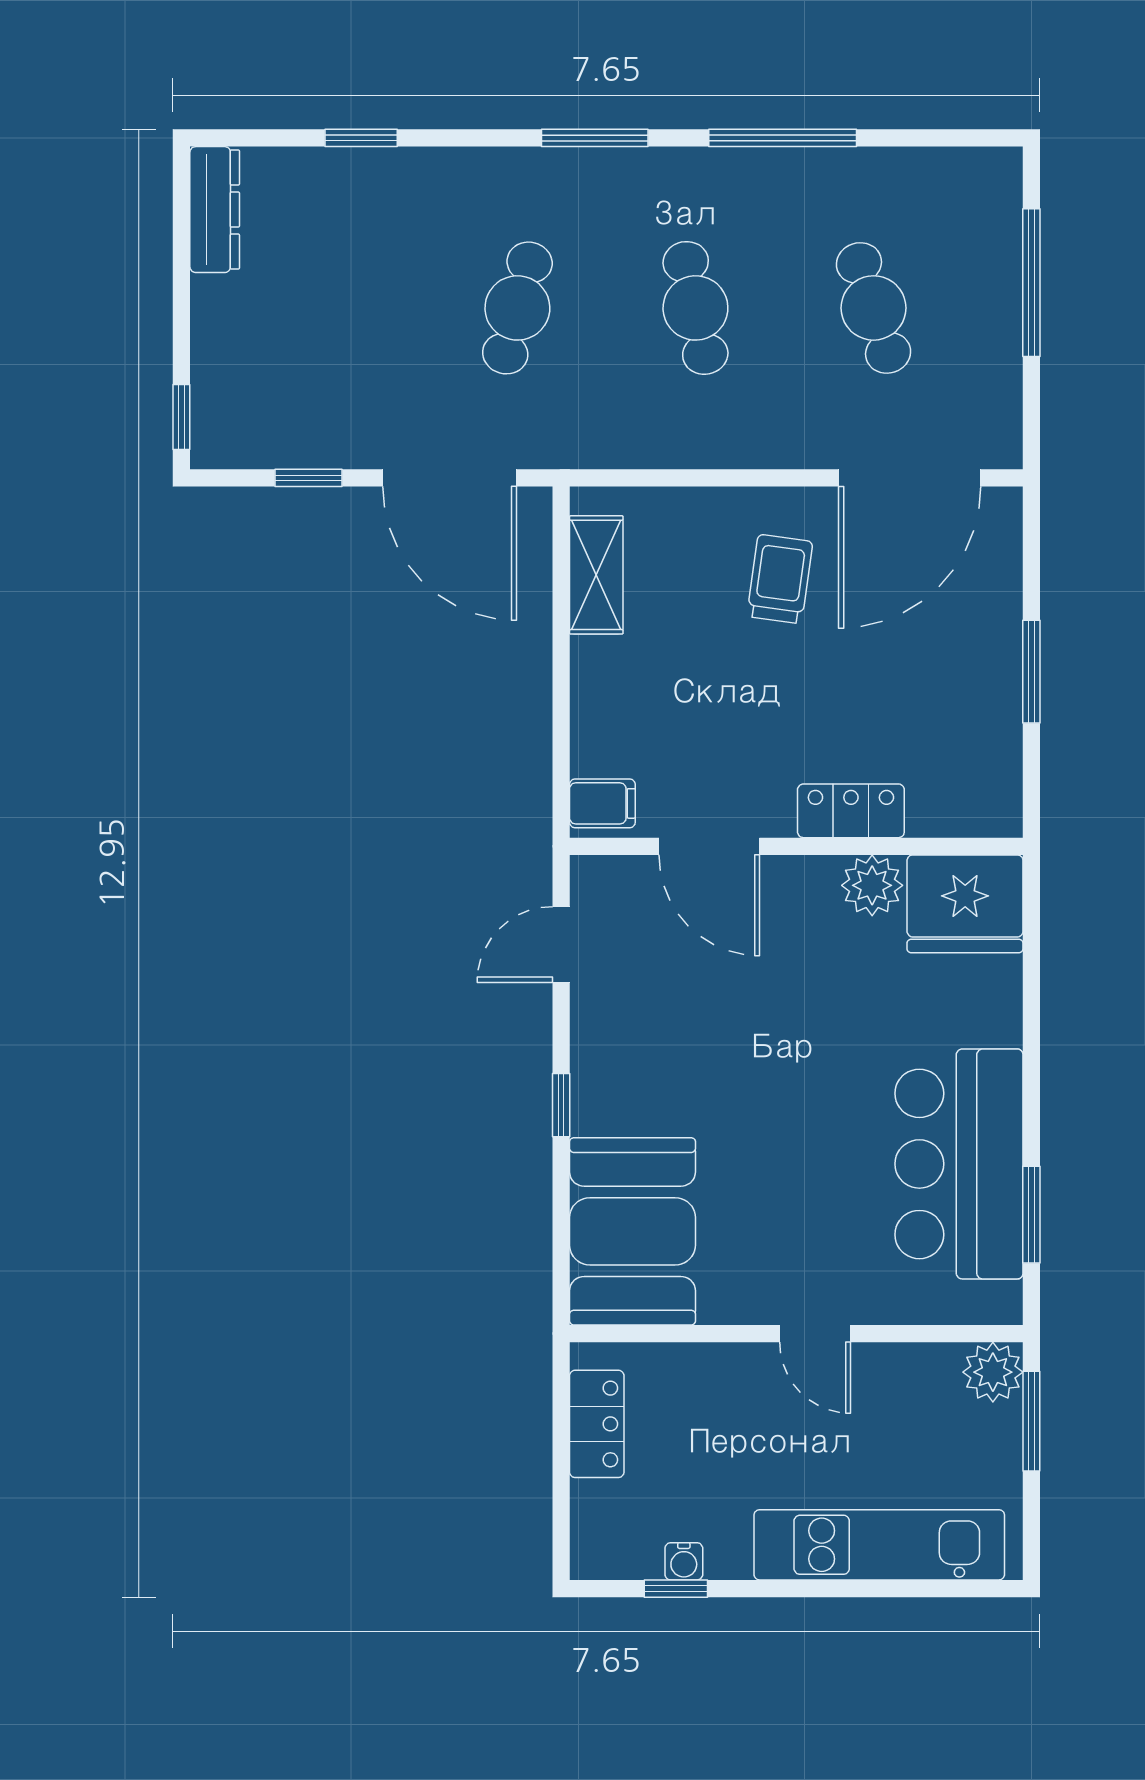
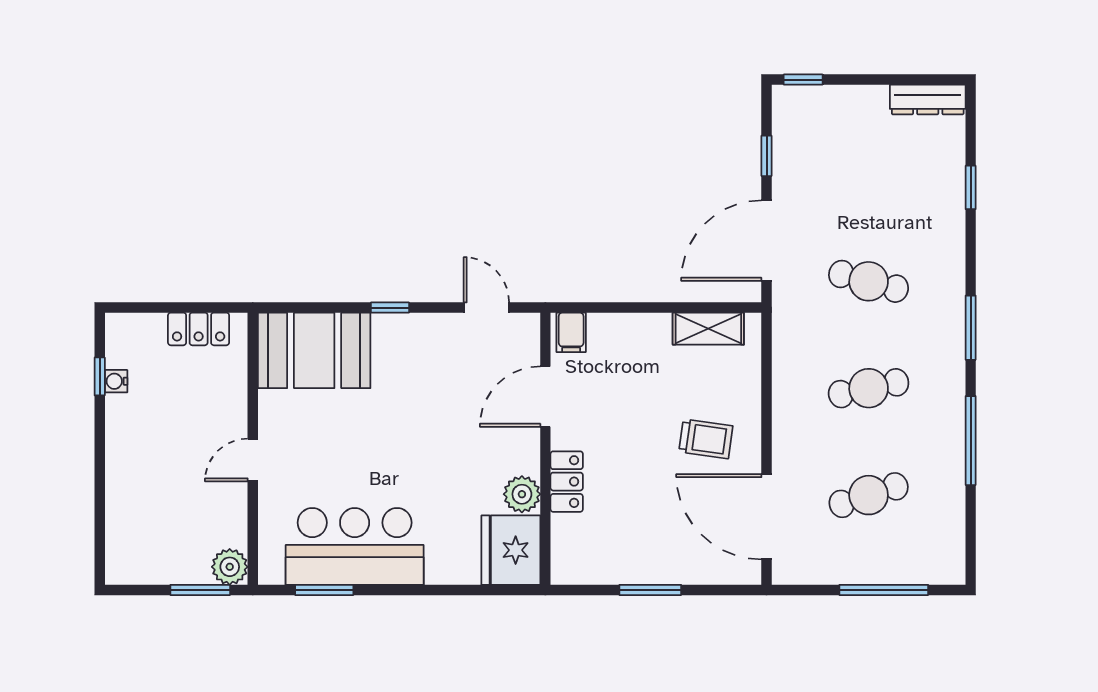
kitchen unit: (879, 1545) -> (126, 499), removed

